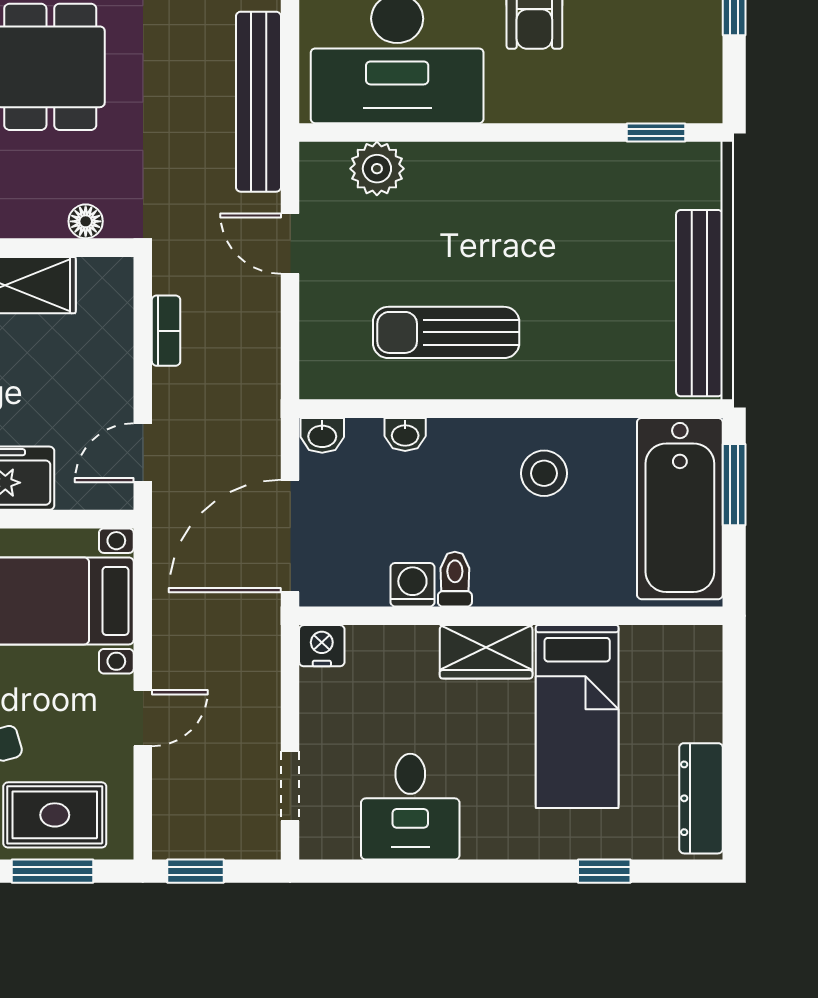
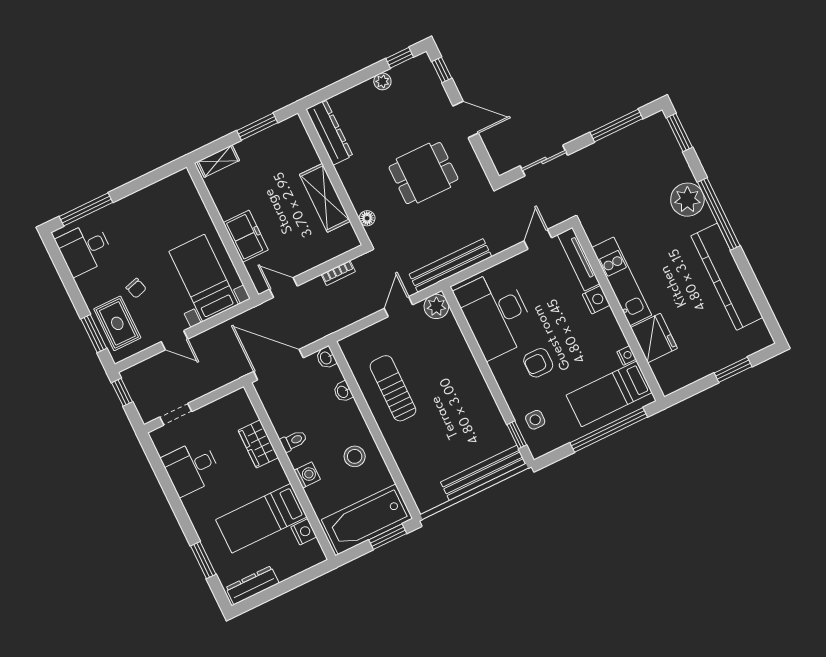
side table: (644, 82) -> (535, 420), added
plant: (377, 169) -> (436, 306), moved
bench: (699, 303) -> (483, 473), moved
washing machine: (412, 585) -> (307, 475), moved
nightstand: (322, 646) -> (304, 532), moved
wardrobe: (486, 652) -> (258, 444), moved
window: (604, 871) -> (203, 560), width x1.50

